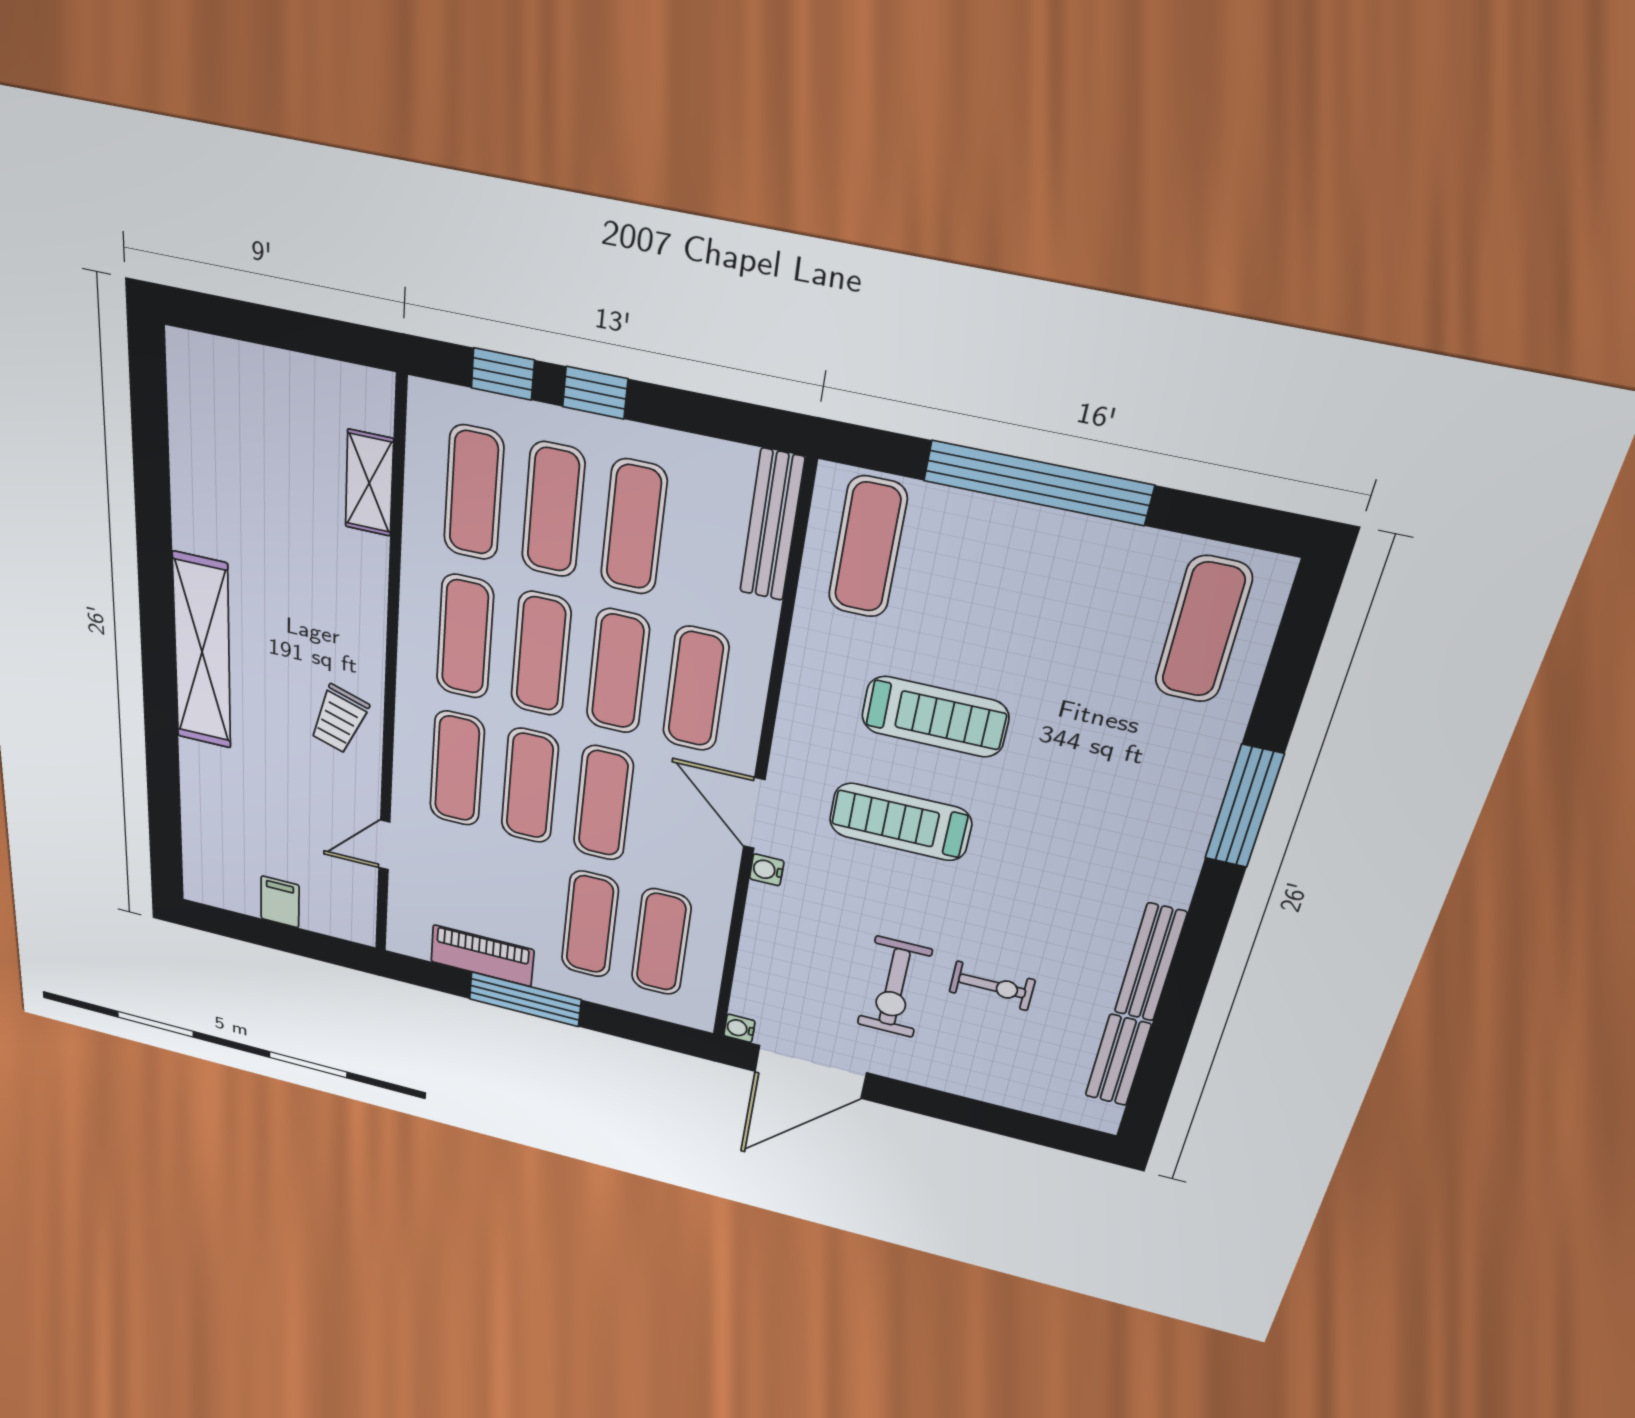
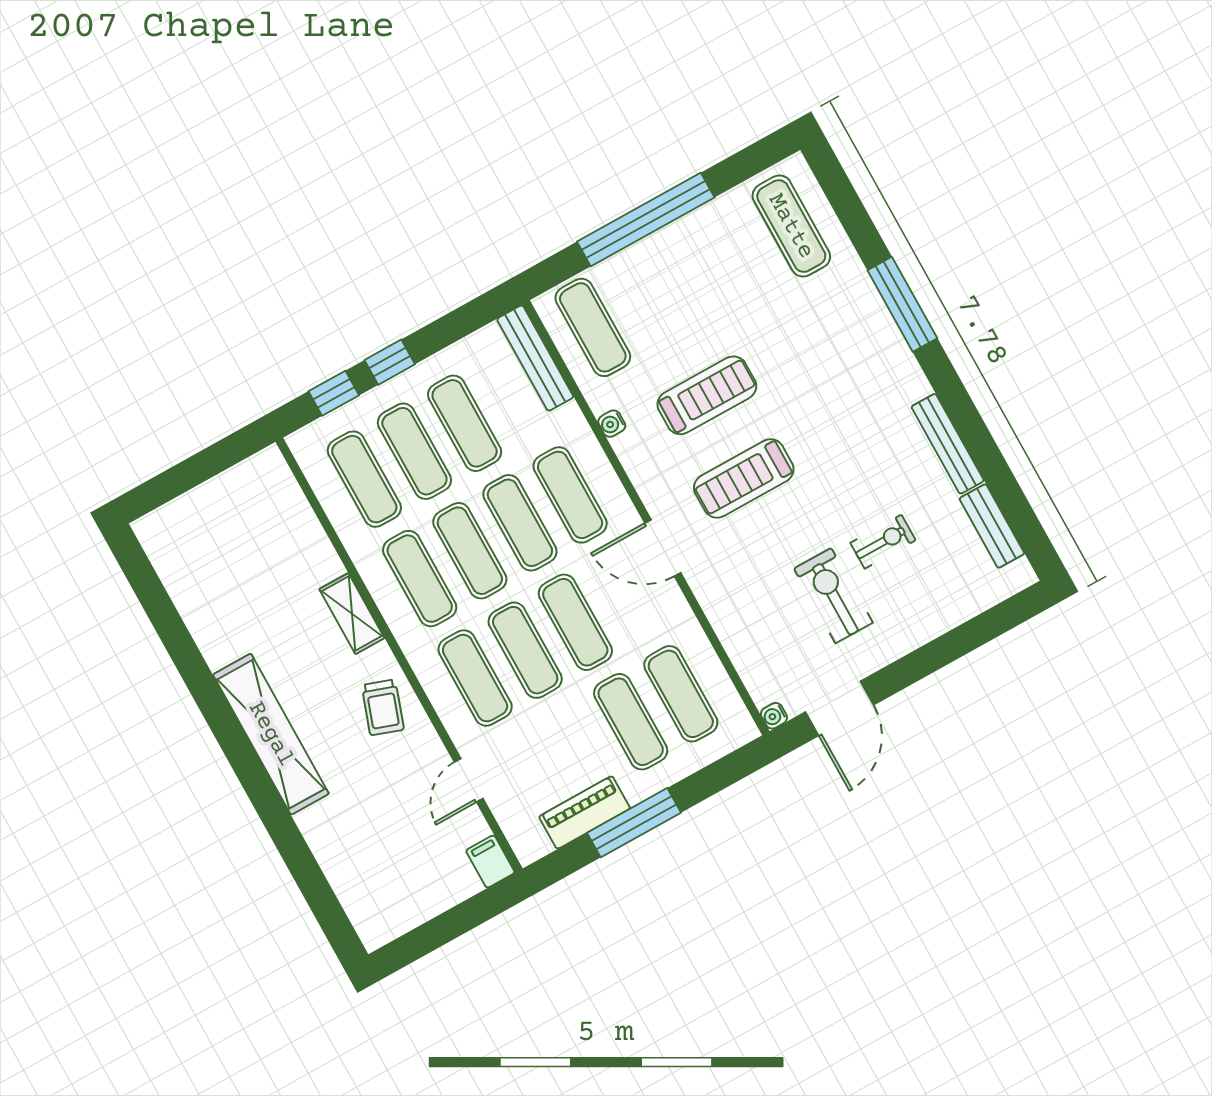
shelving: (369, 483) -> (352, 614), moved
water cooler: (767, 870) -> (612, 424), moved
filing cabinet: (280, 902) -> (490, 862), moved
exercise bike: (894, 987) -> (833, 595), turned 180
door: (810, 1072) -> (840, 708), width x0.73

